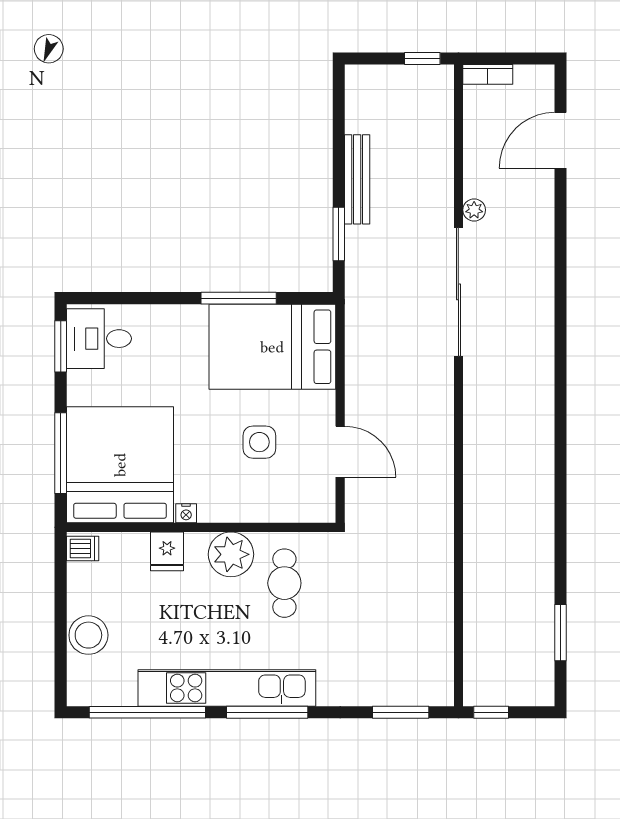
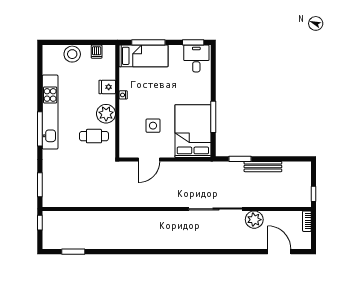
plant: (474, 210) -> (254, 220), width x1.87, depth x1.87
bed: (120, 465) -> (143, 56), width x0.49
dishwasher: (83, 549) -> (97, 52), moved
window: (147, 712) -> (40, 79), removed

